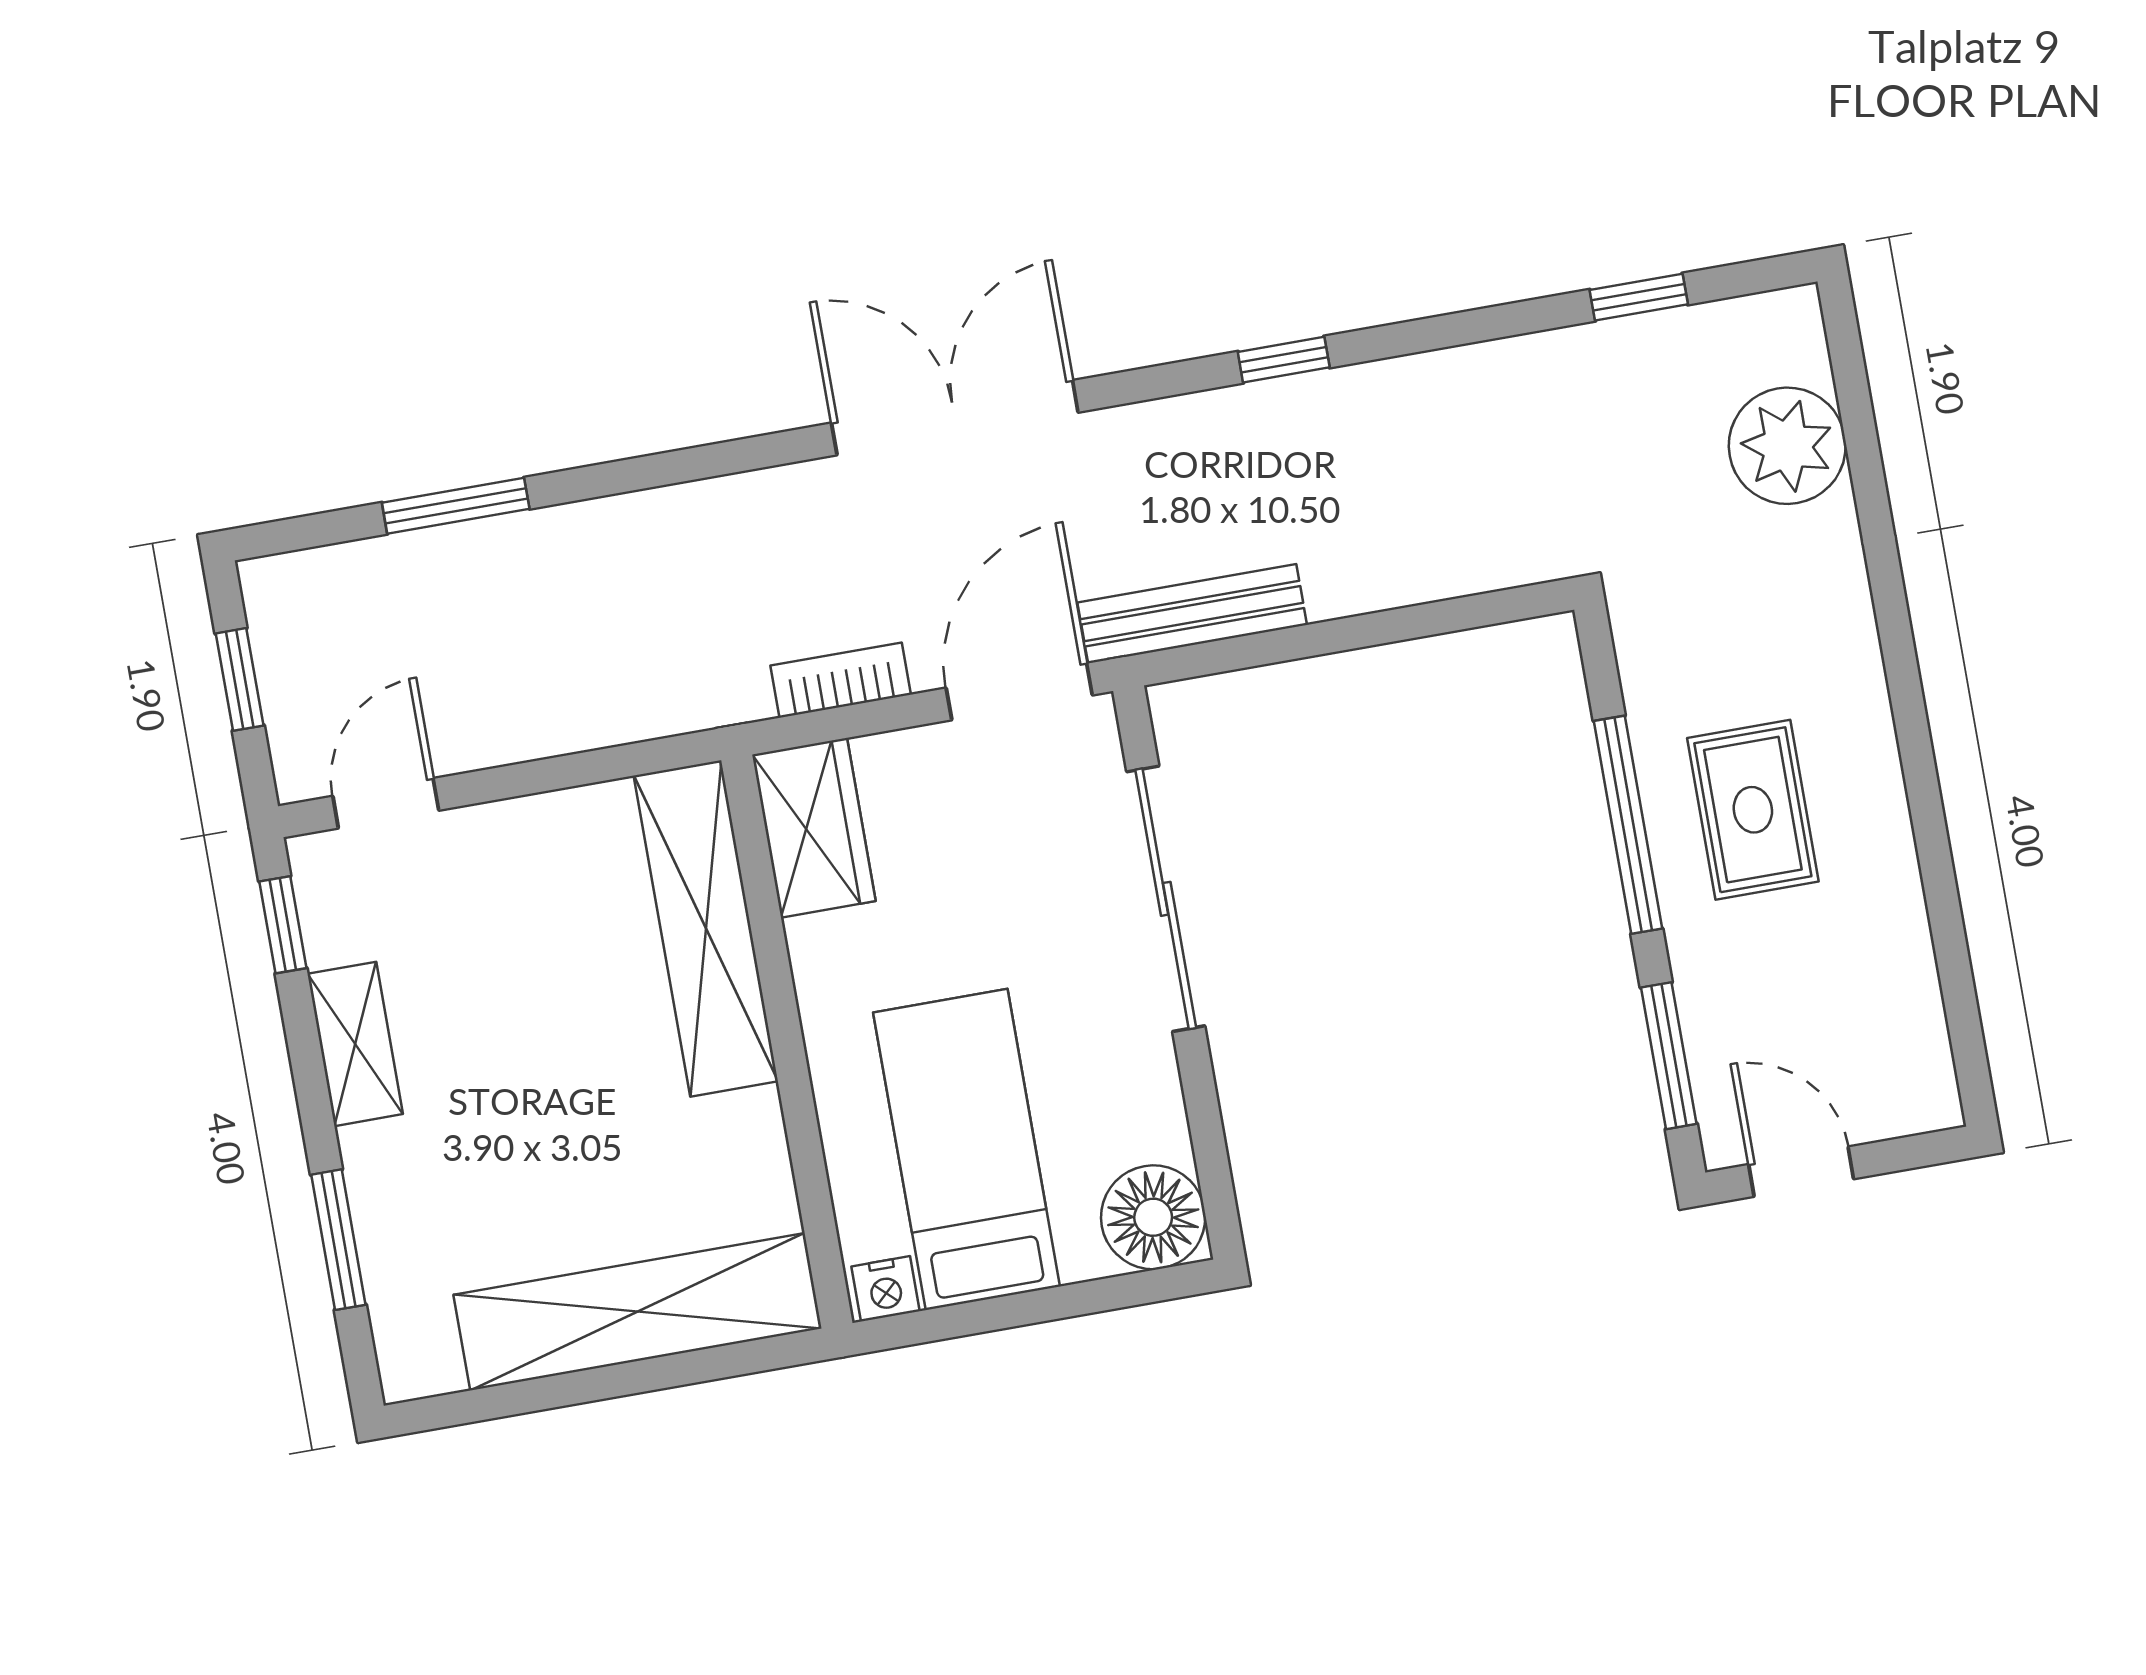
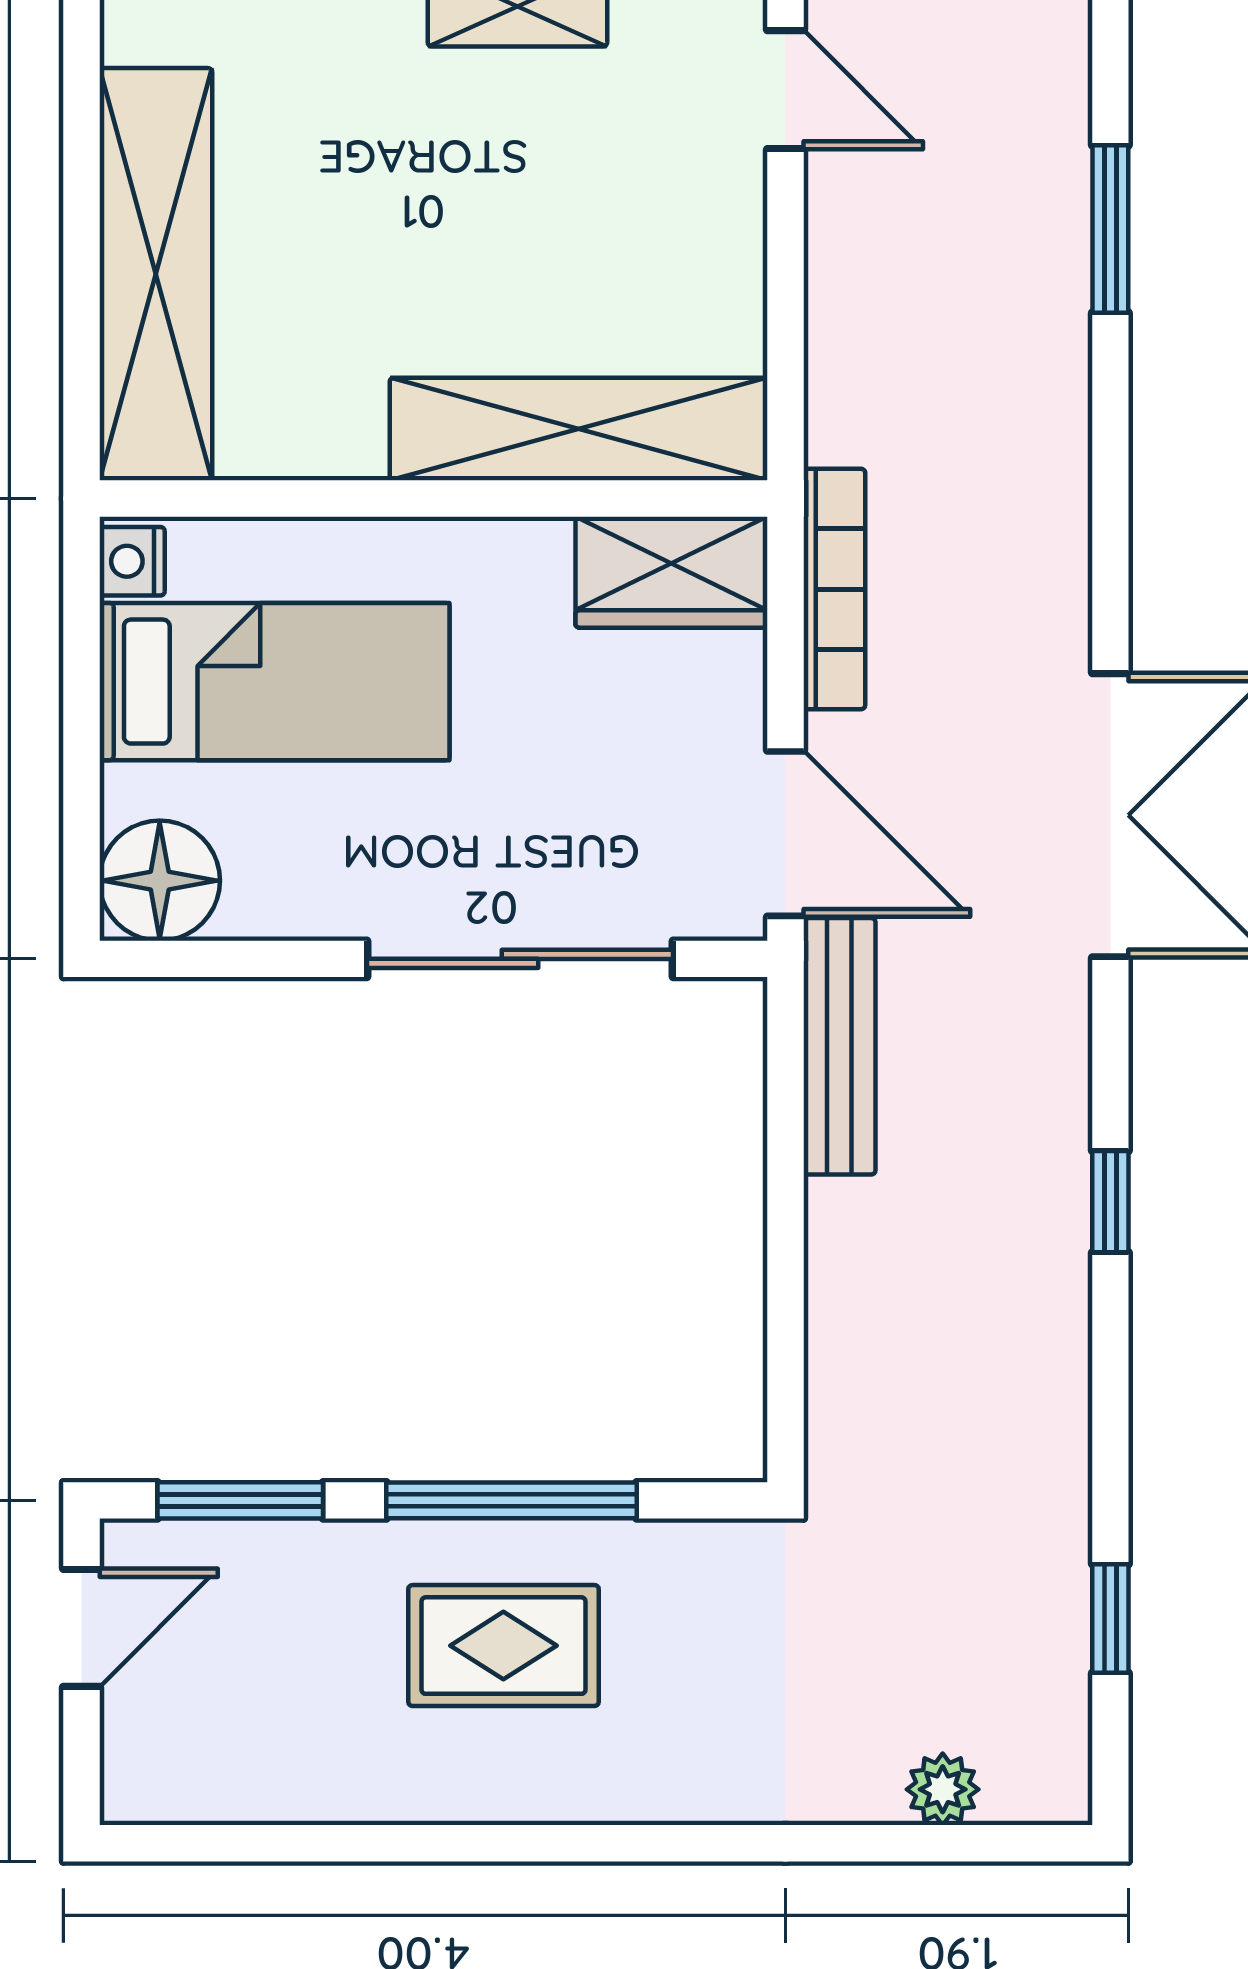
plant: (1787, 446) -> (943, 1789), width x0.53, depth x0.53
bookcase: (841, 680) -> (834, 589), width x1.56

